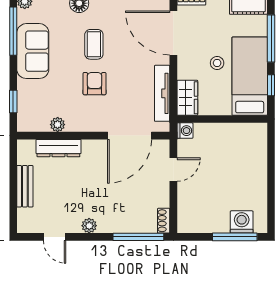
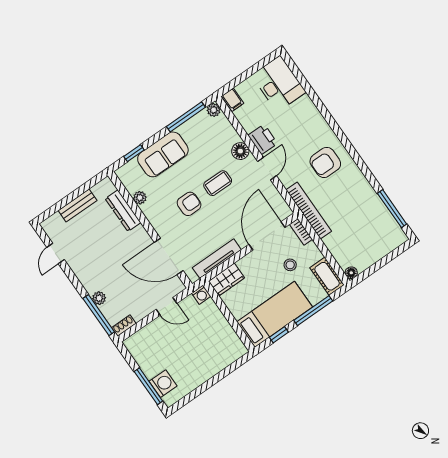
sofa: (33, 51) -> (163, 154), moved
stool: (217, 63) -> (290, 265), moved
plant: (89, 226) -> (99, 298), moved

